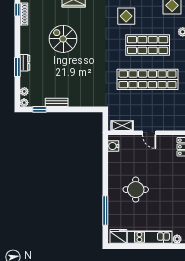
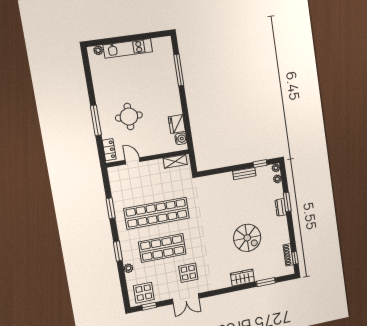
door: (149, 133) -> (133, 161), moved
round table: (136, 190) -> (129, 117), moved
fridge: (118, 236) -> (177, 124), moved, turned 90

